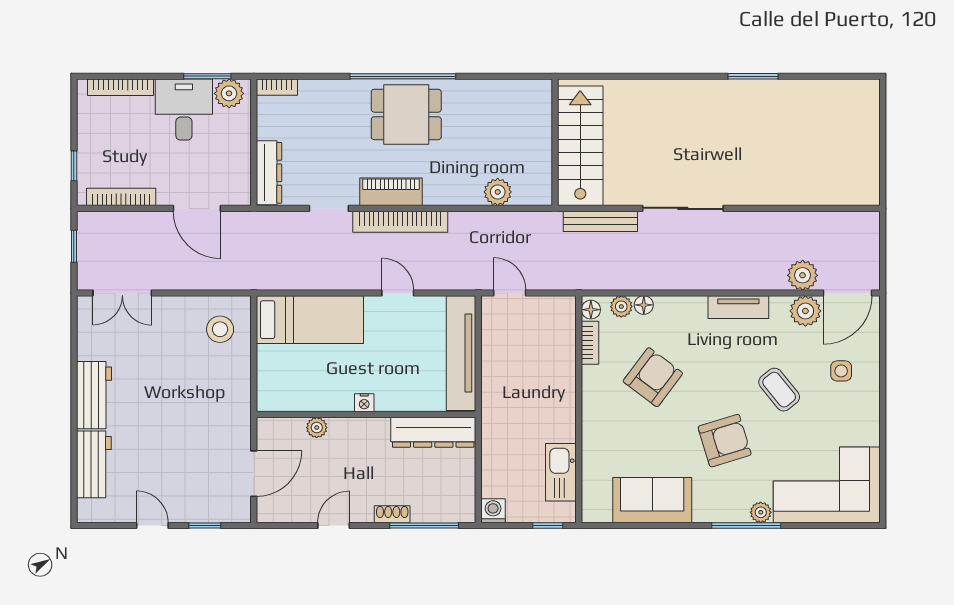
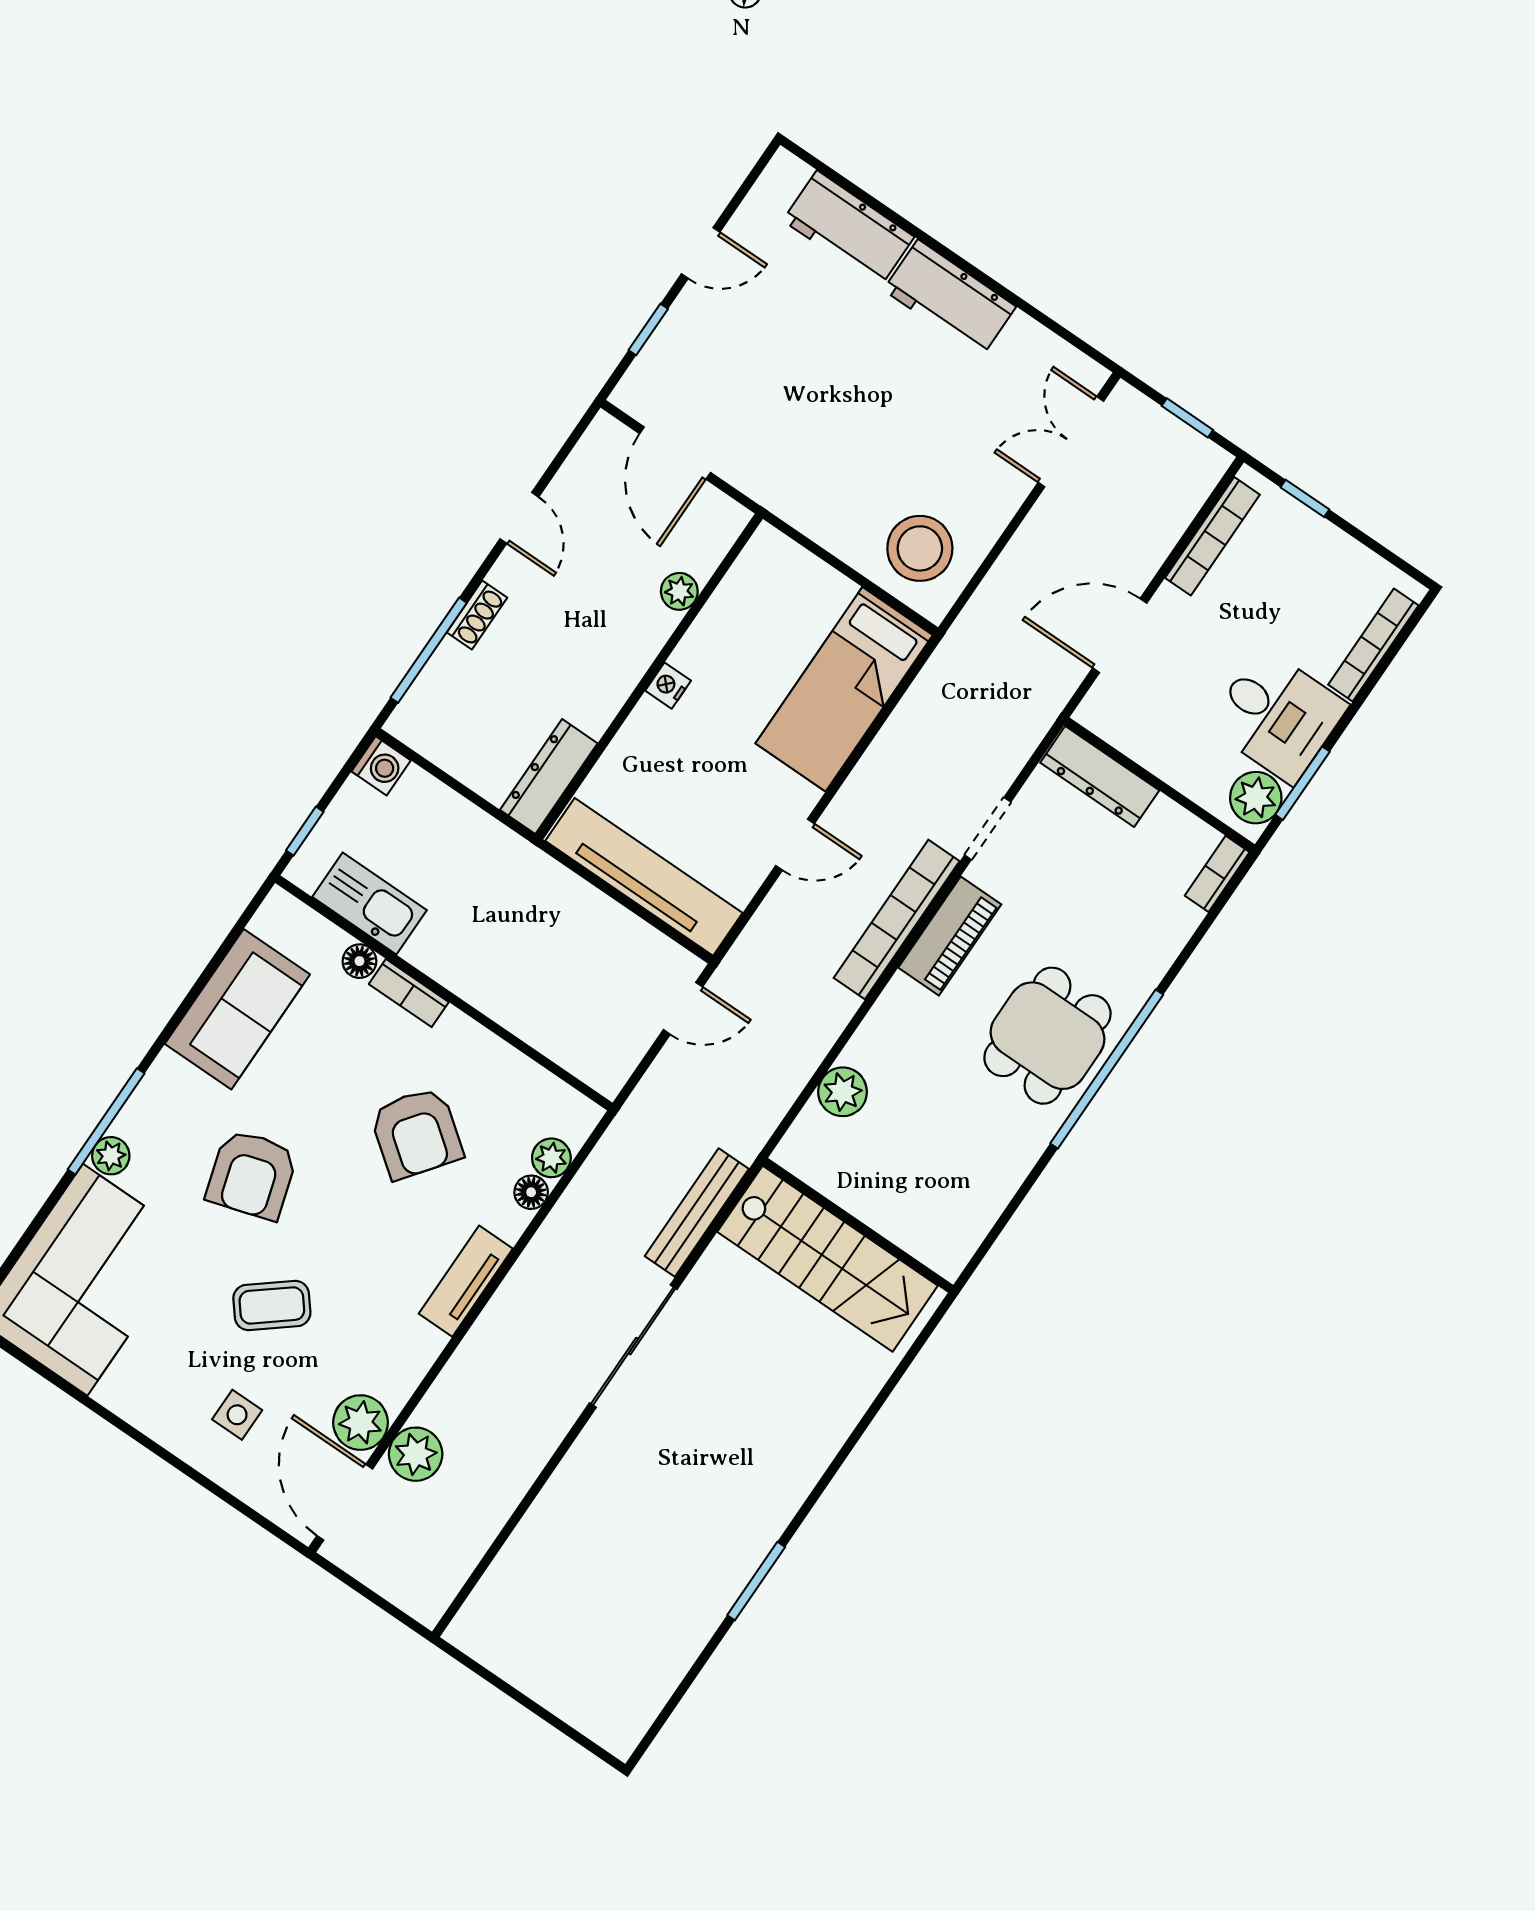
tv unit: (738, 307) -> (466, 1281), moved
floor lamp: (591, 310) -> (359, 961), moved
stool: (220, 329) -> (920, 548), width x1.38, depth x1.38
bookcase: (590, 343) -> (409, 993), moved
dresser: (433, 432) -> (549, 777), width x0.73, depth x0.80

